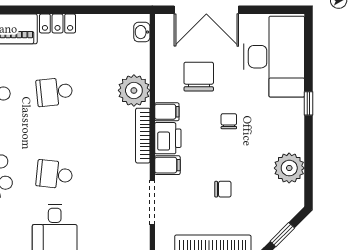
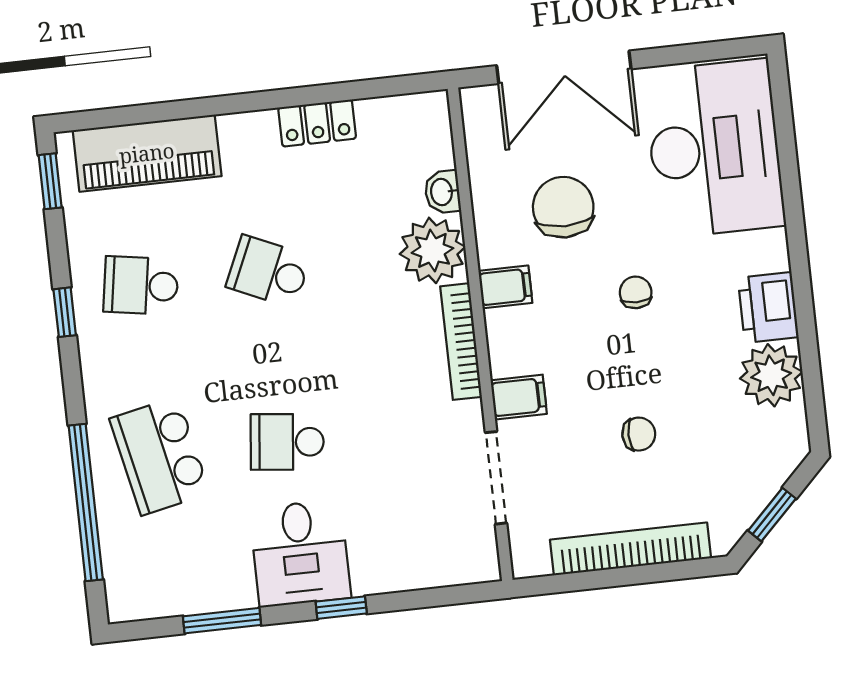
locker: (58, 23) -> (317, 123), moved
washbasin: (142, 32) -> (442, 192), moved
school desk: (54, 92) -> (268, 271), turned 30
window: (309, 103) -> (796, 237), removed
printer: (168, 138) -> (768, 307), moved, turned 180

